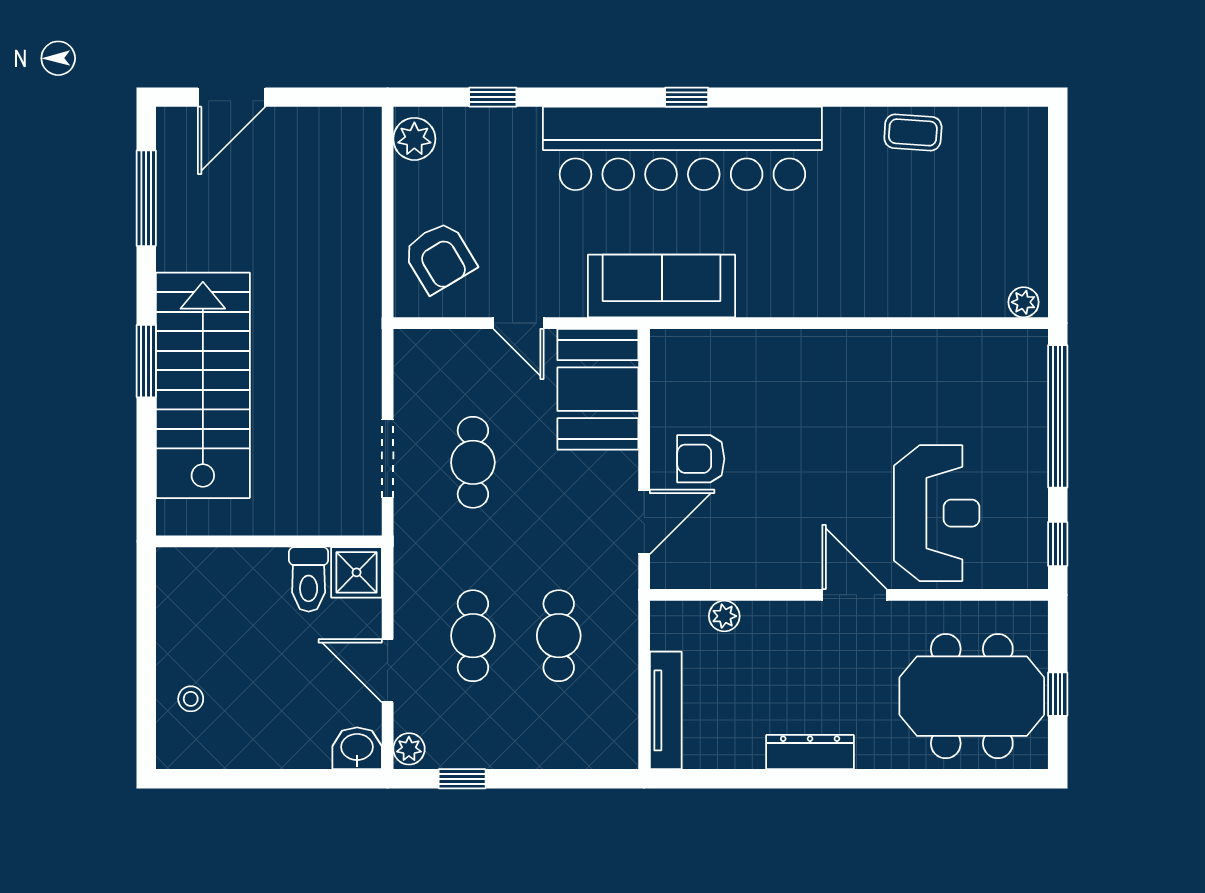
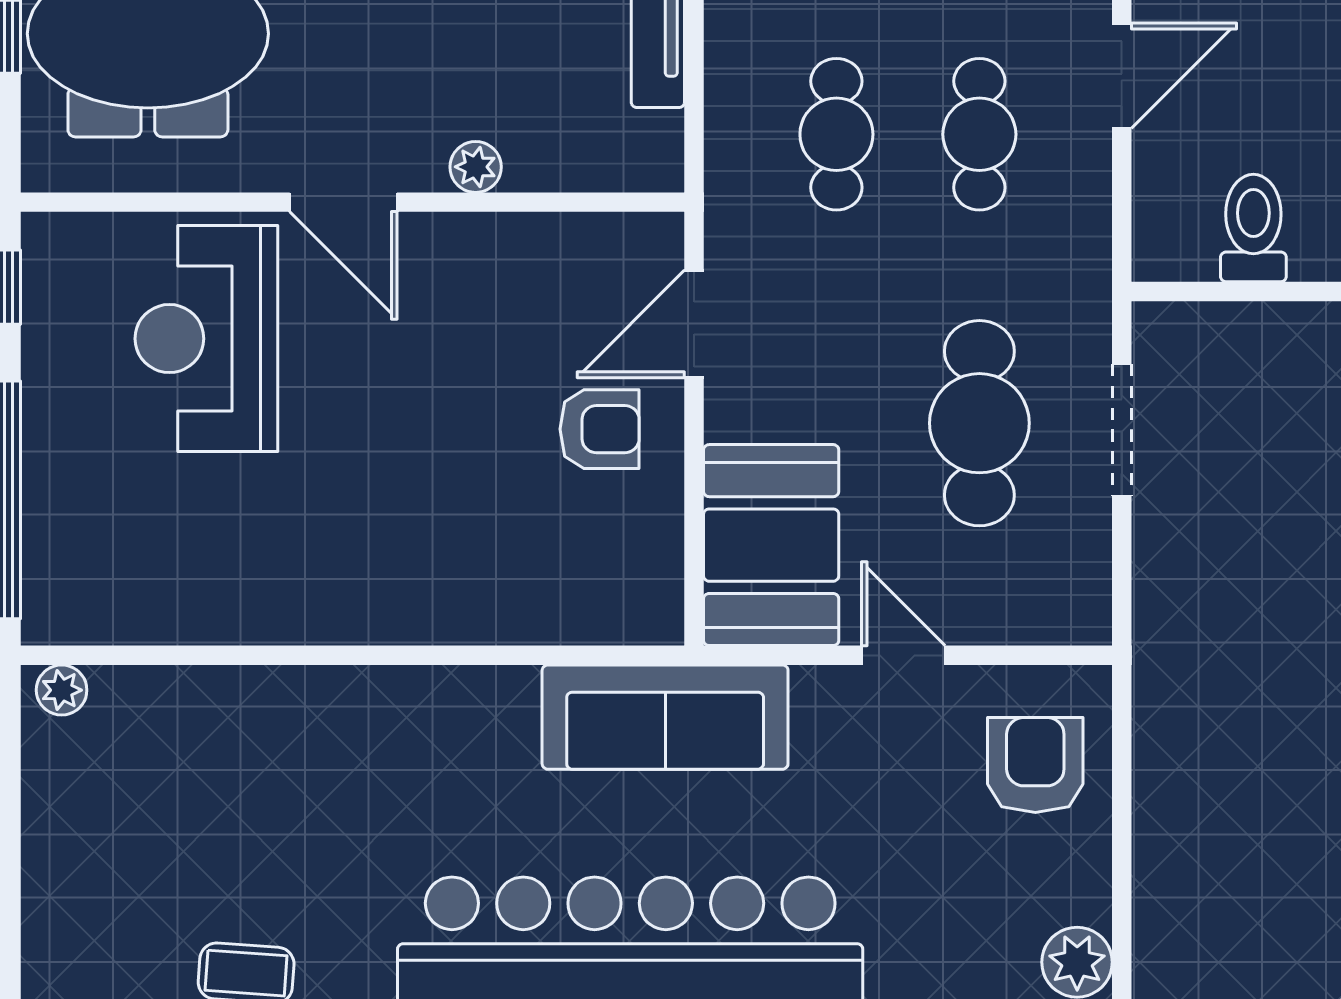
armchair: (439, 257) -> (1035, 765), turned 31
cafe table: (473, 462) -> (979, 423), width x1.37, depth x1.35
shower: (357, 572) -> (1173, 240), removed
plant: (724, 616) -> (476, 167), moved
door: (388, 671) -> (1122, 76), hinge flipped

